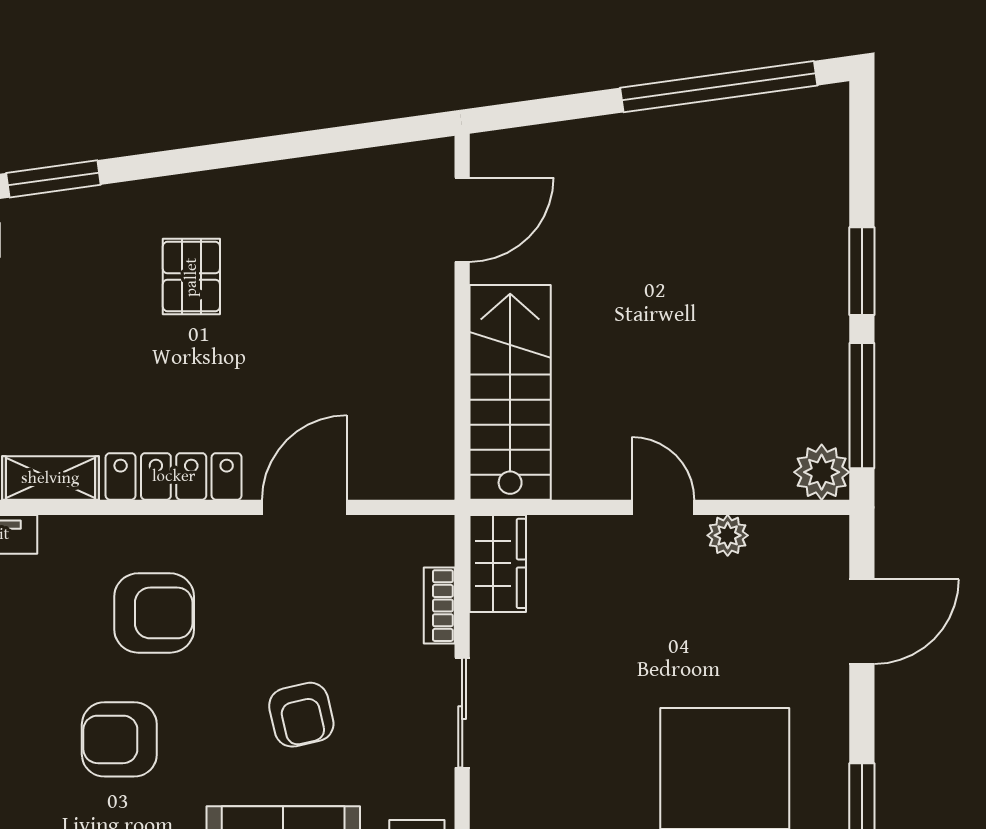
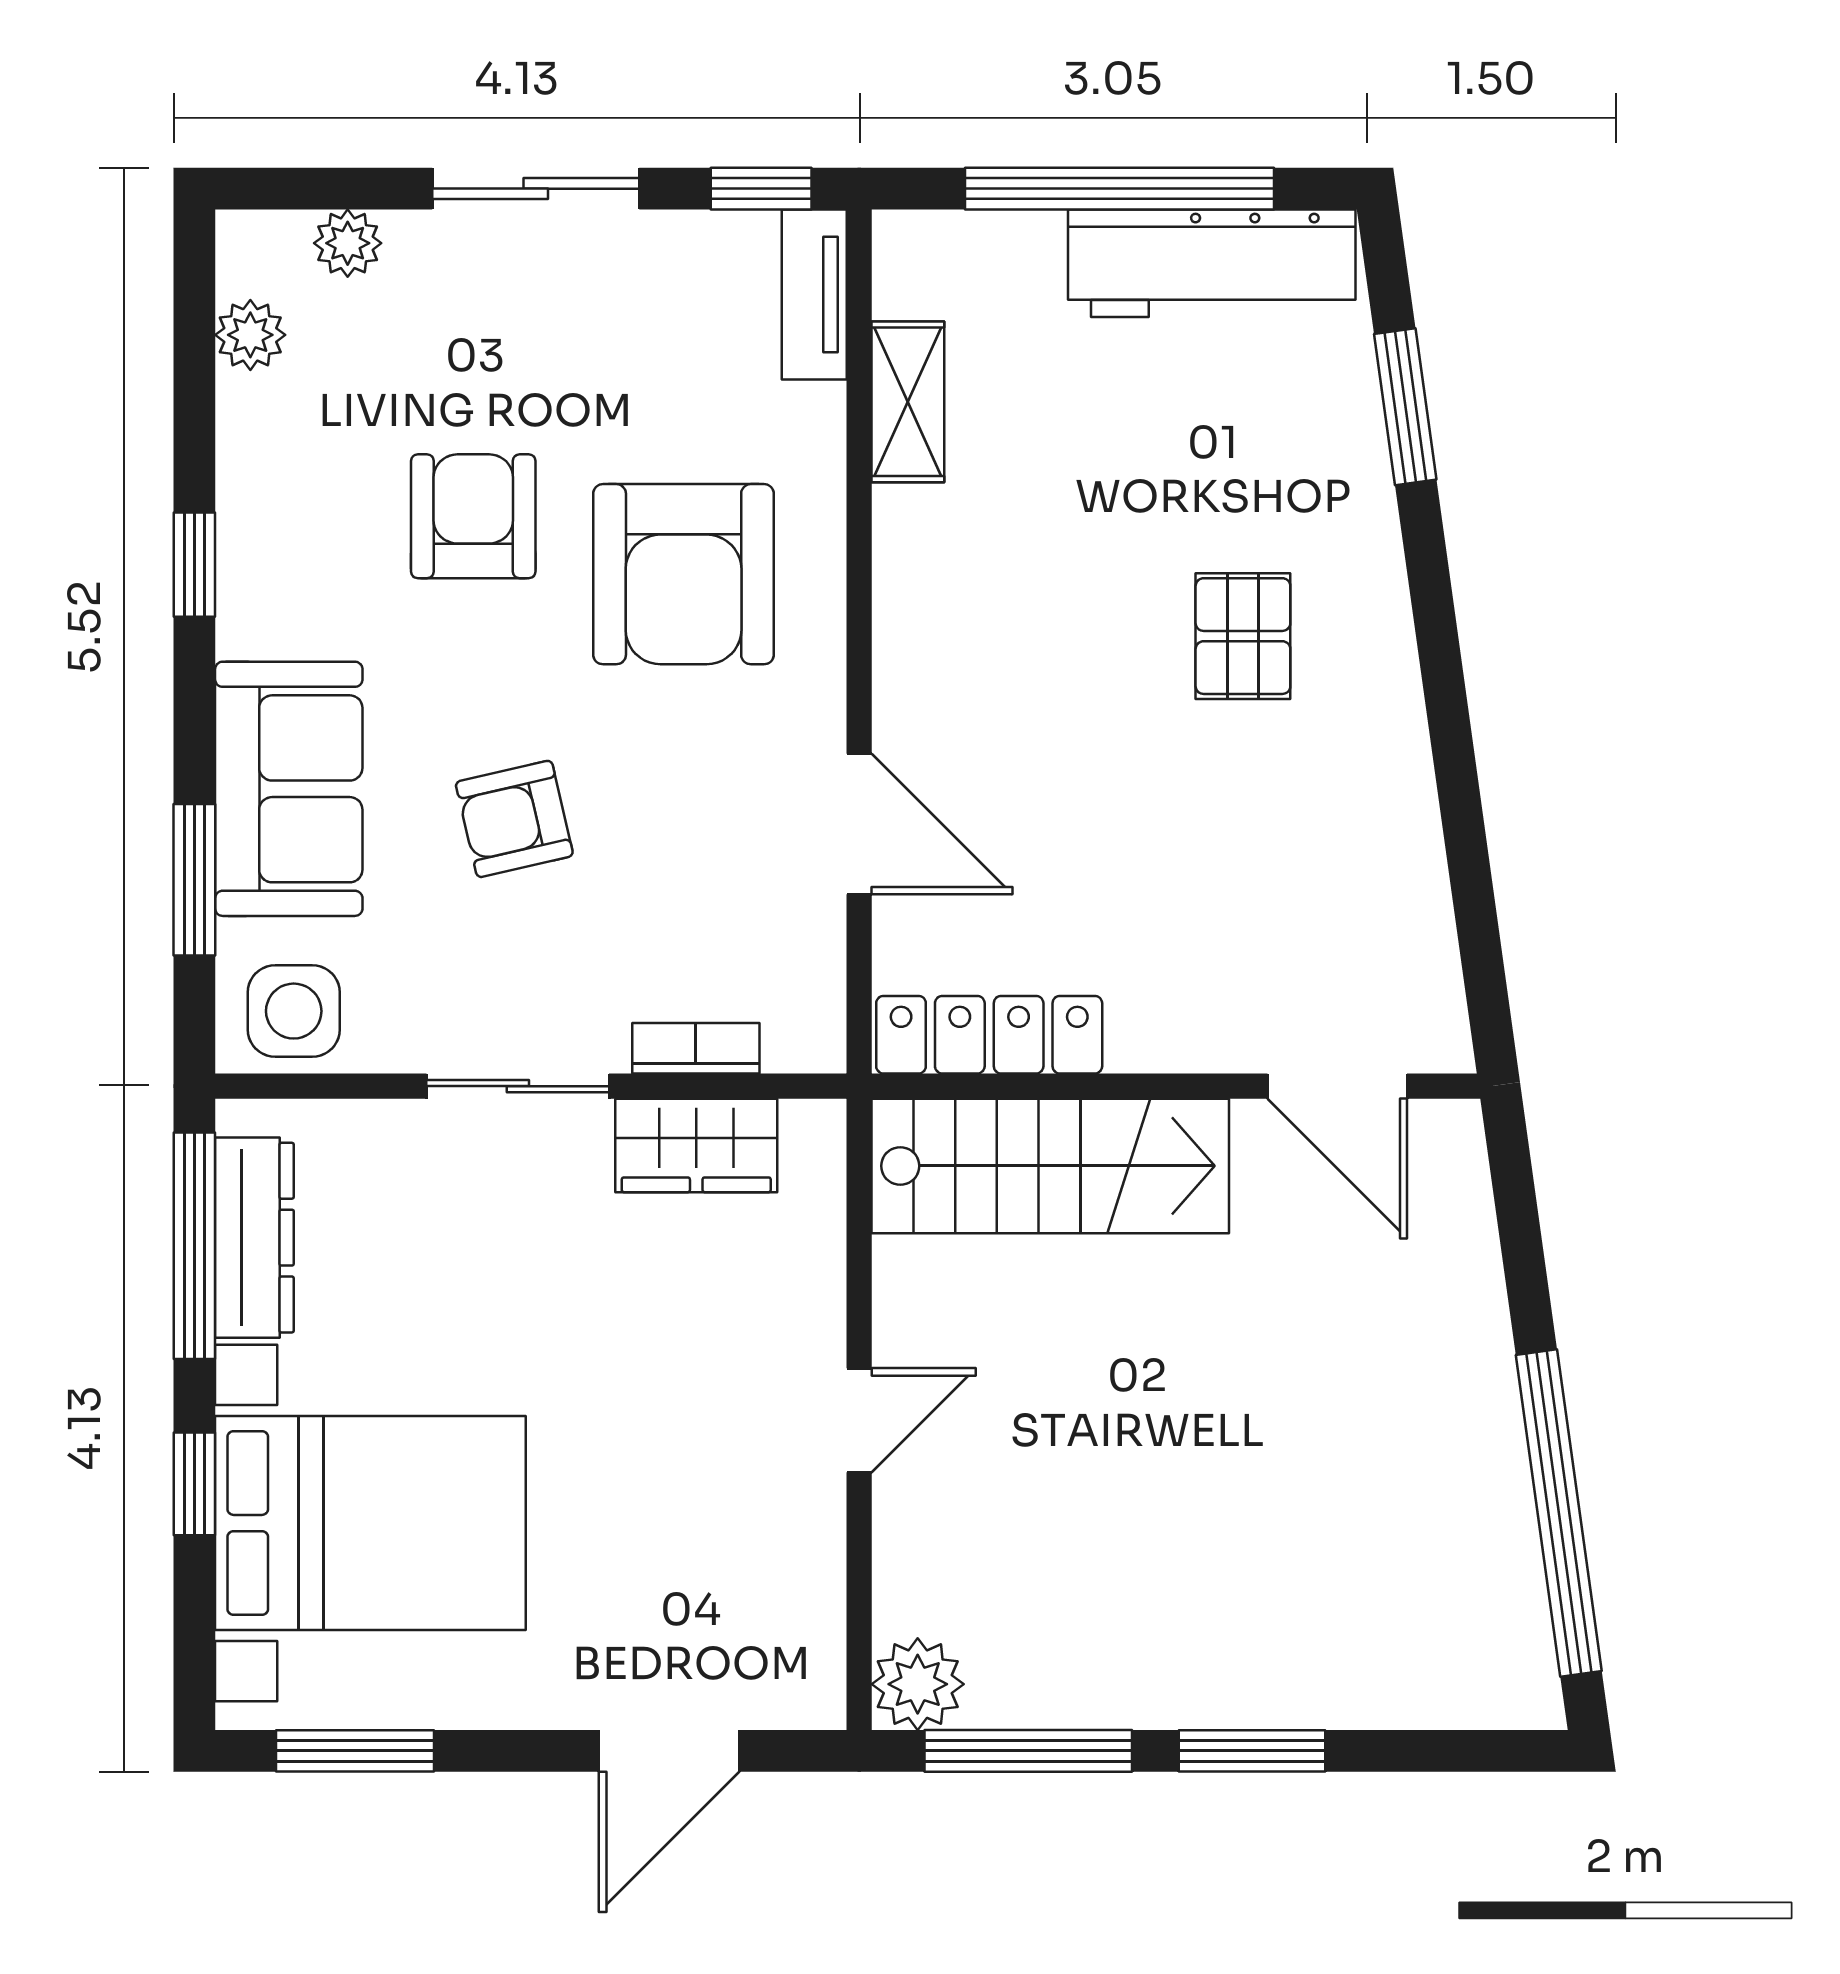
pallet: (191, 277) -> (1243, 636), turned 90
locker: (174, 476) -> (989, 1035), moved, turned -90
plant: (728, 535) -> (813, 1528), removed
wardrobe: (498, 563) -> (696, 1145), moved
armchair: (154, 613) -> (684, 574), width x1.36, depth x1.36
door: (862, 622) -> (669, 1751), hinge flipped

